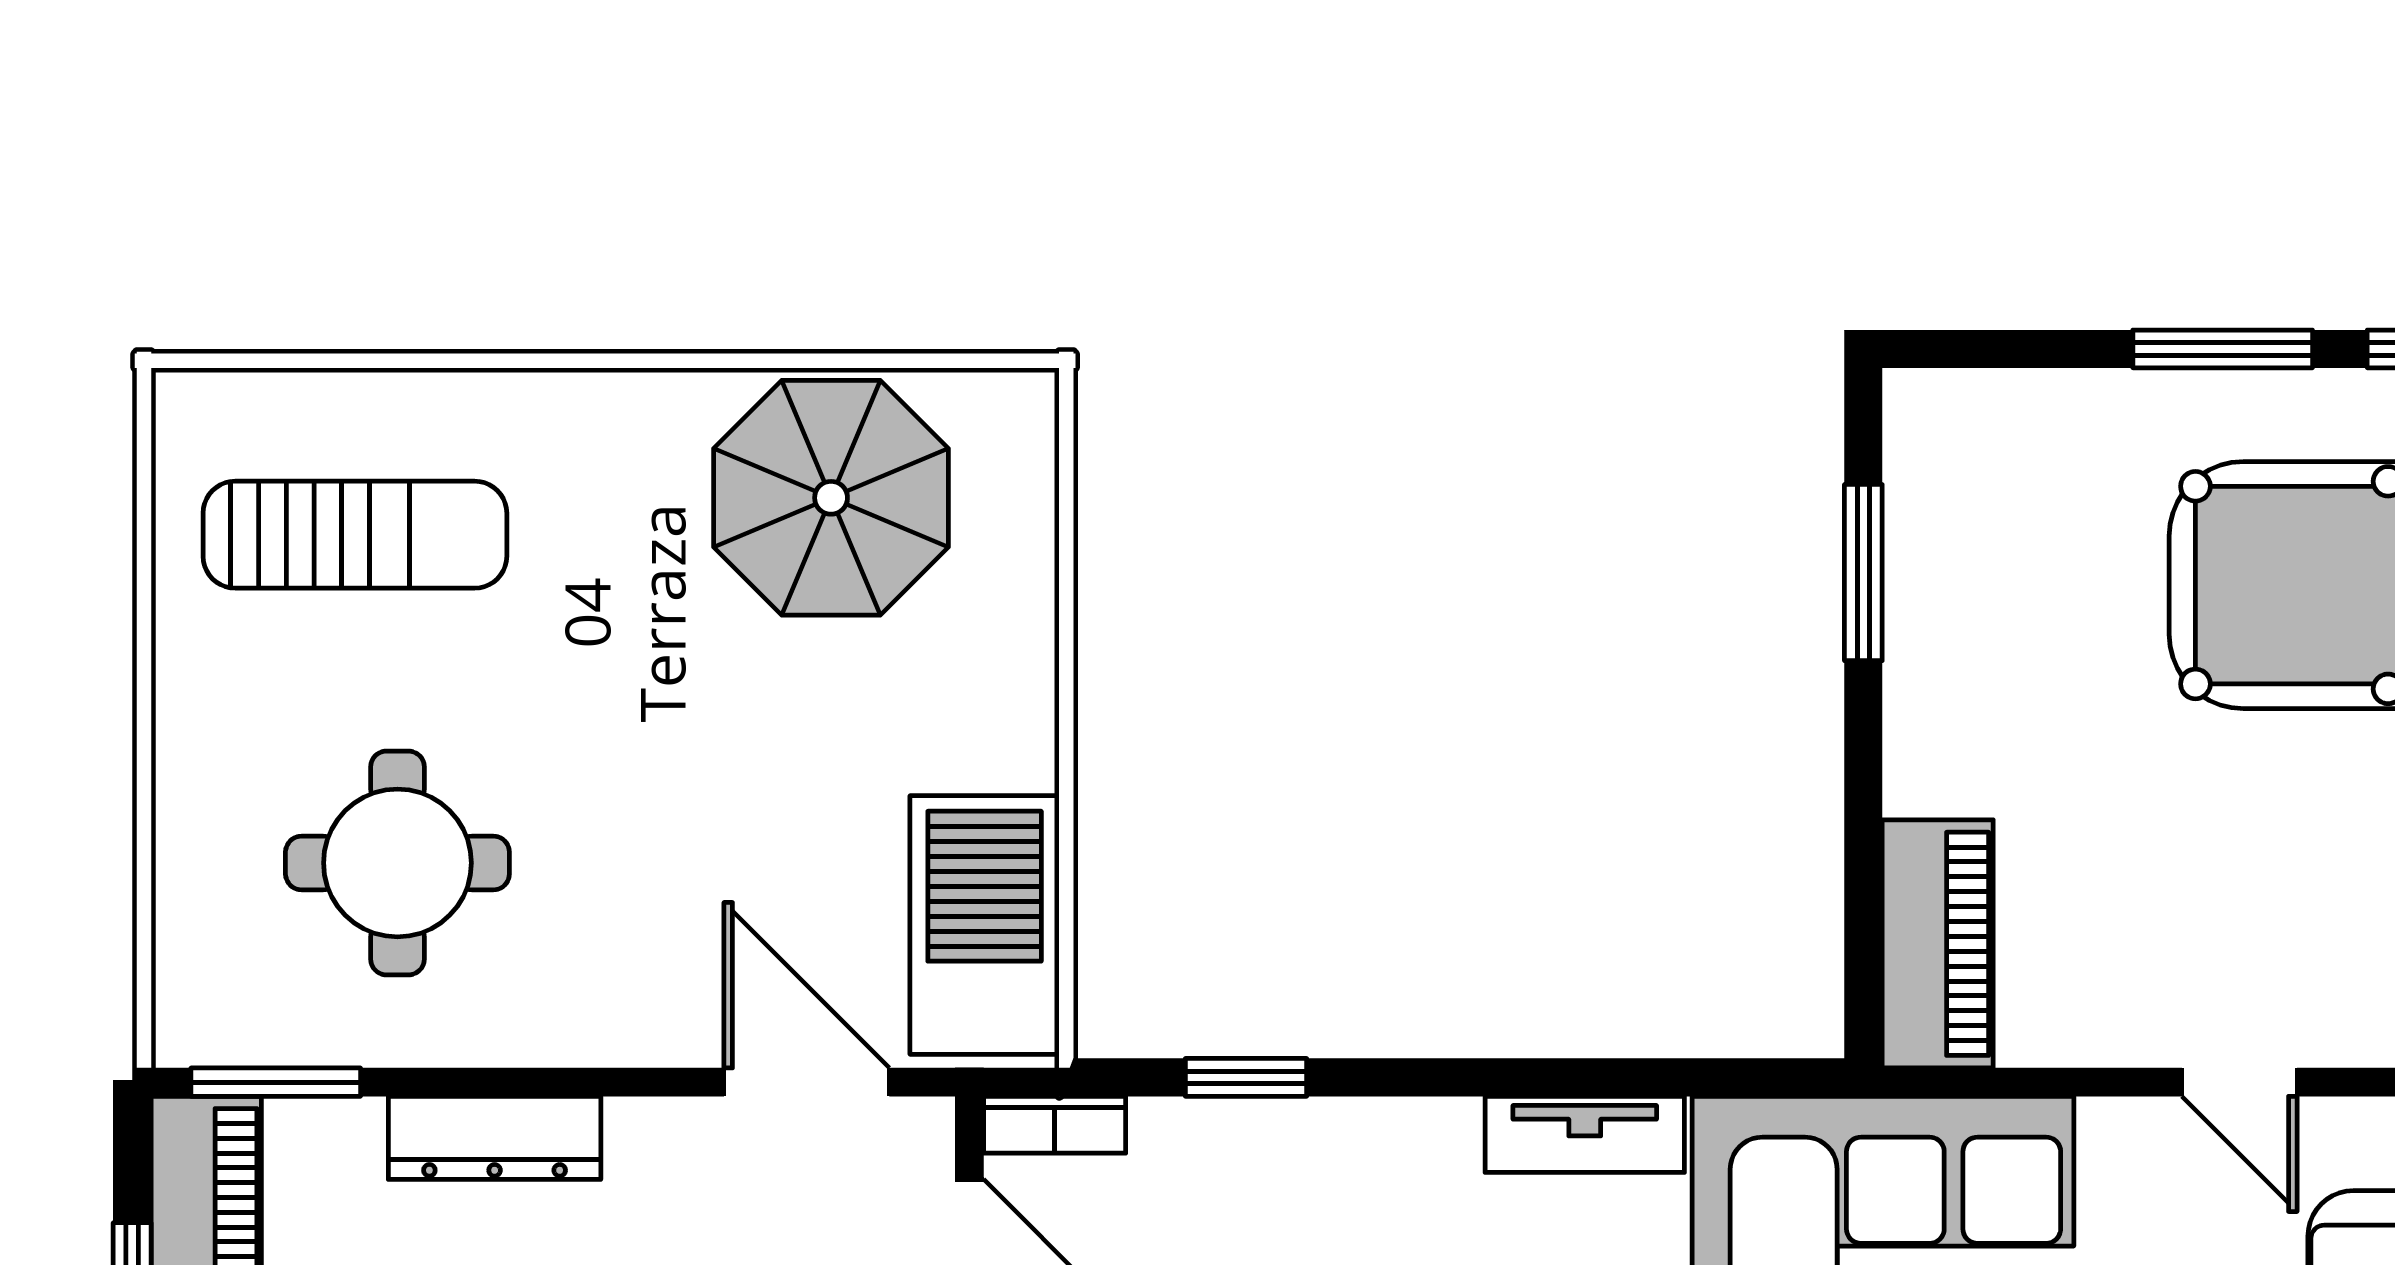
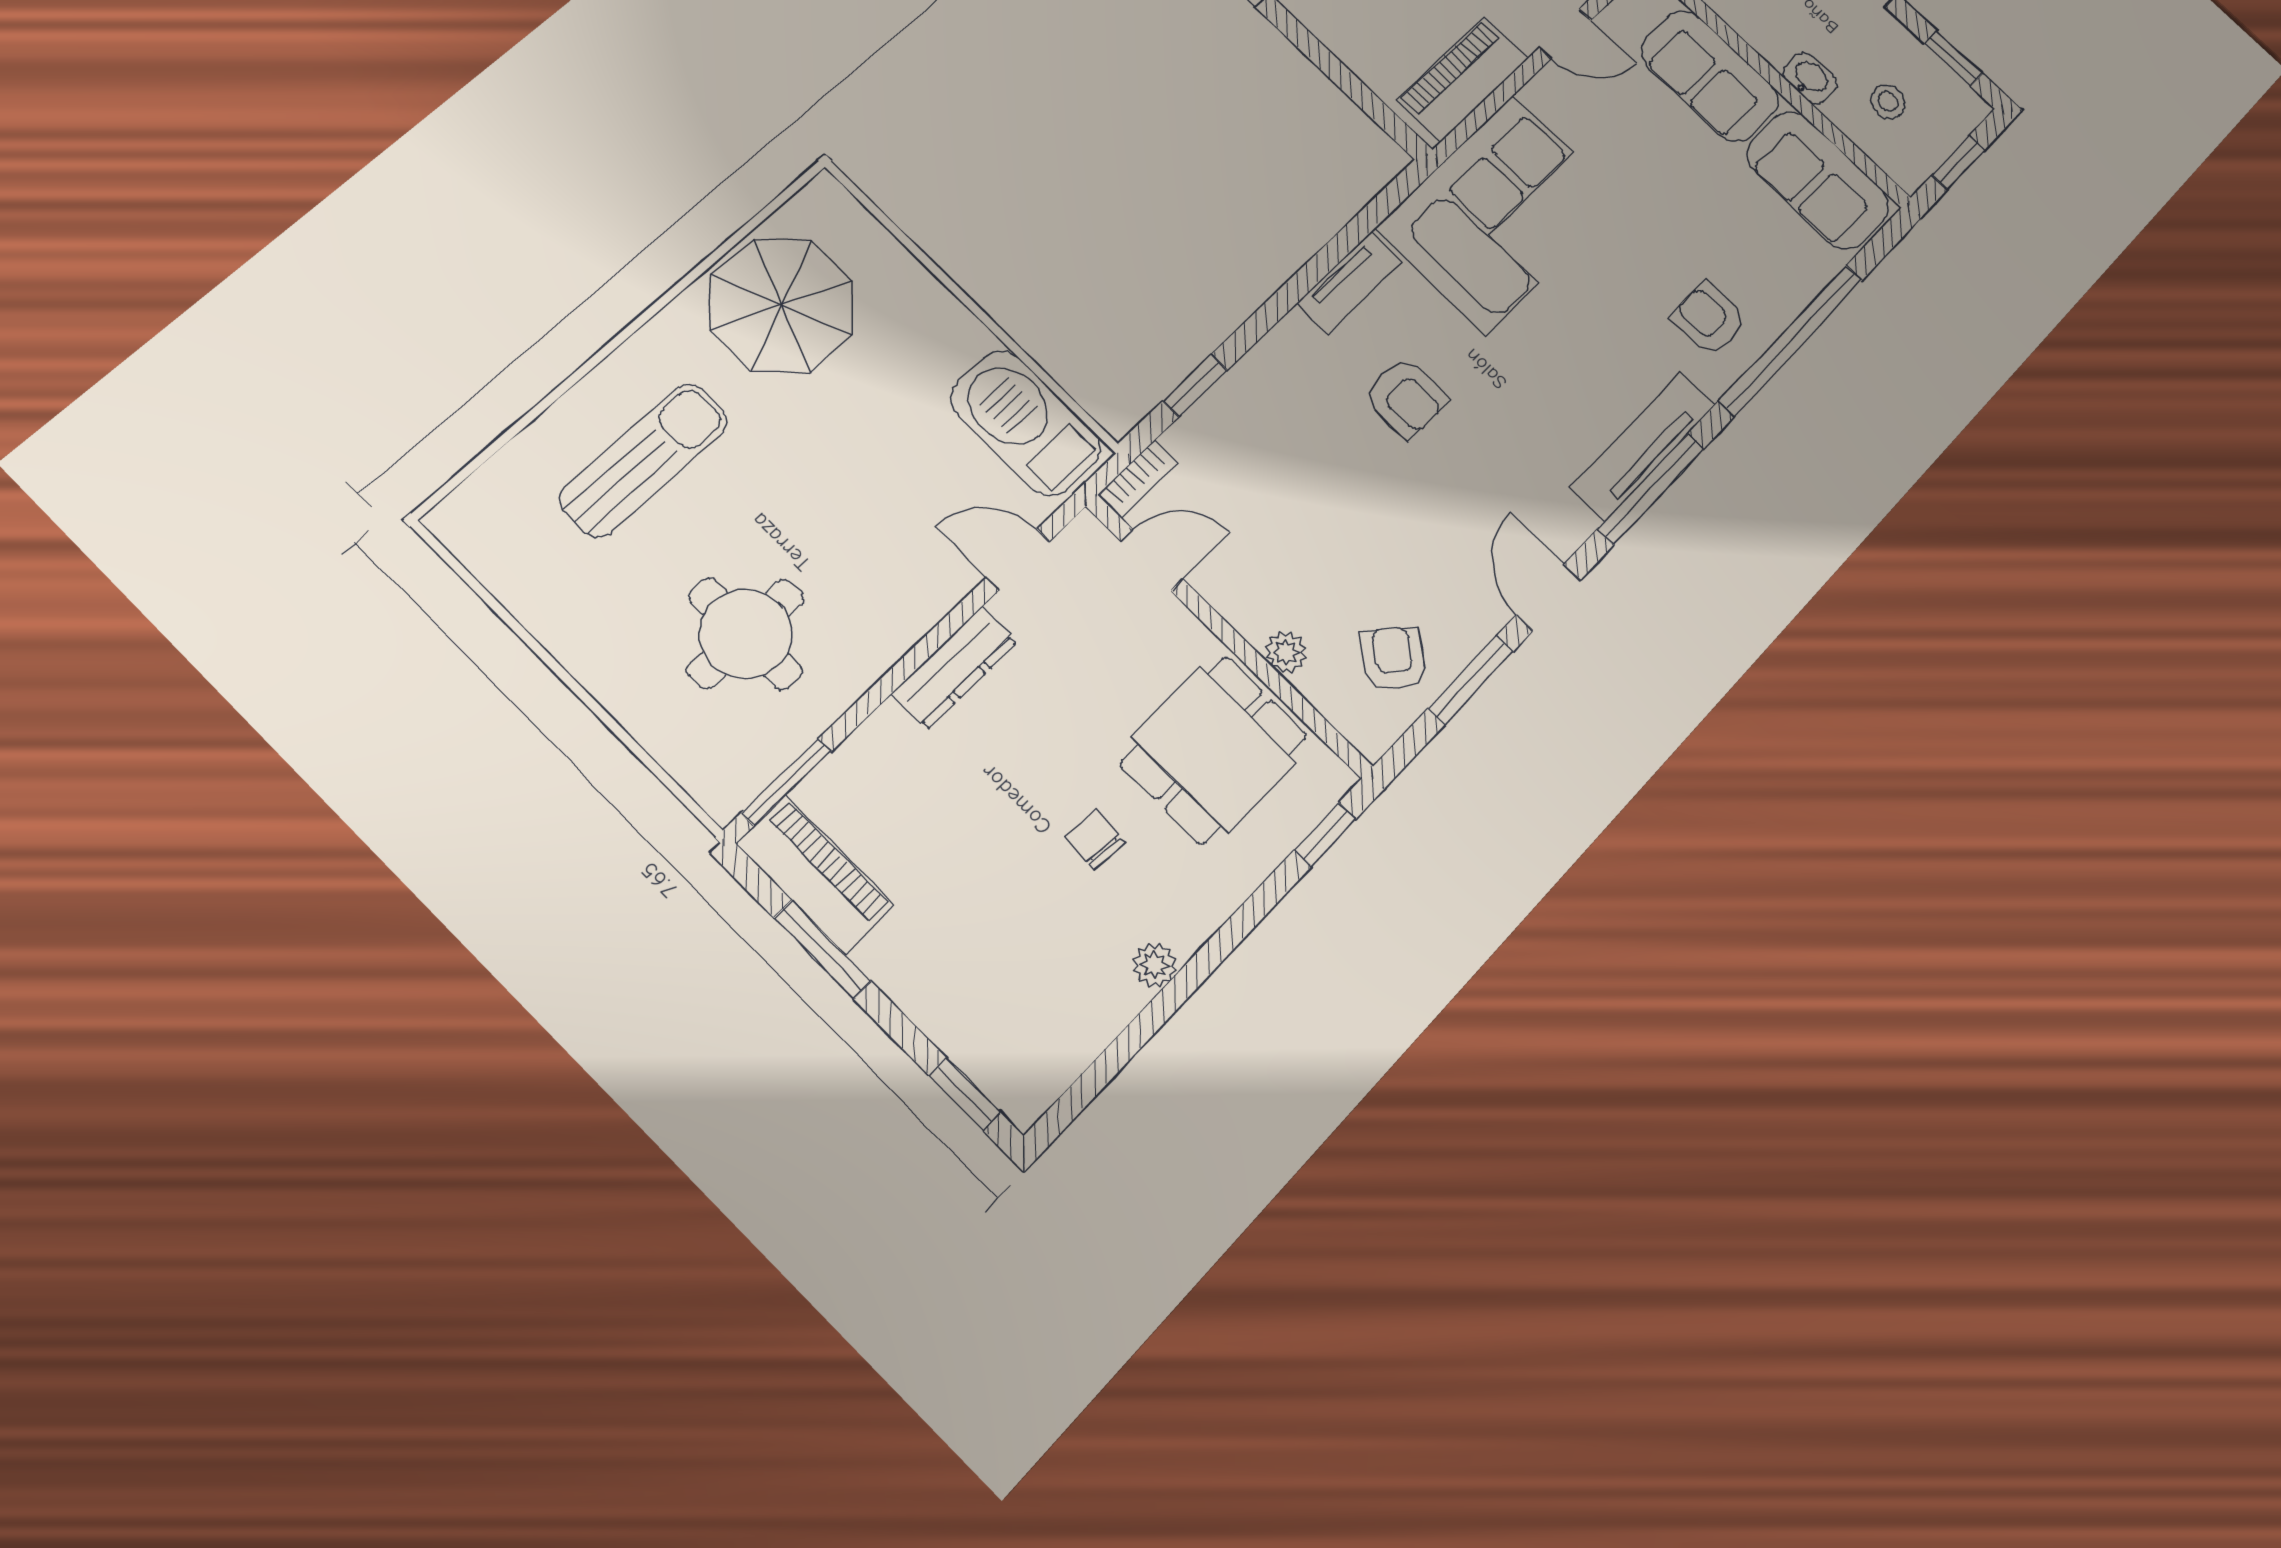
sun lounger: (355, 535) -> (644, 460), moved
piano: (1938, 944) -> (1462, 79), moved, turned -90
door: (807, 1082) -> (1018, 559), width x0.73
dresser: (495, 1138) -> (954, 668), moved

